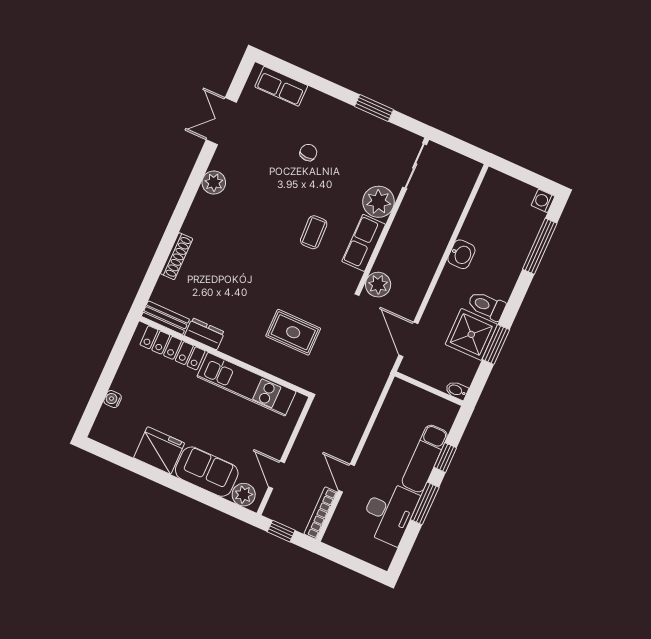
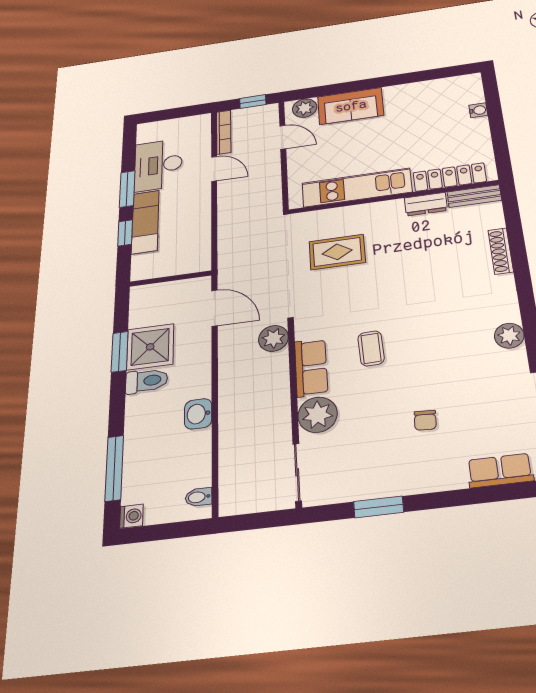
bidet: (457, 390) -> (199, 497), moved, turned 180
fridge: (159, 450) -> (406, 98), removed

